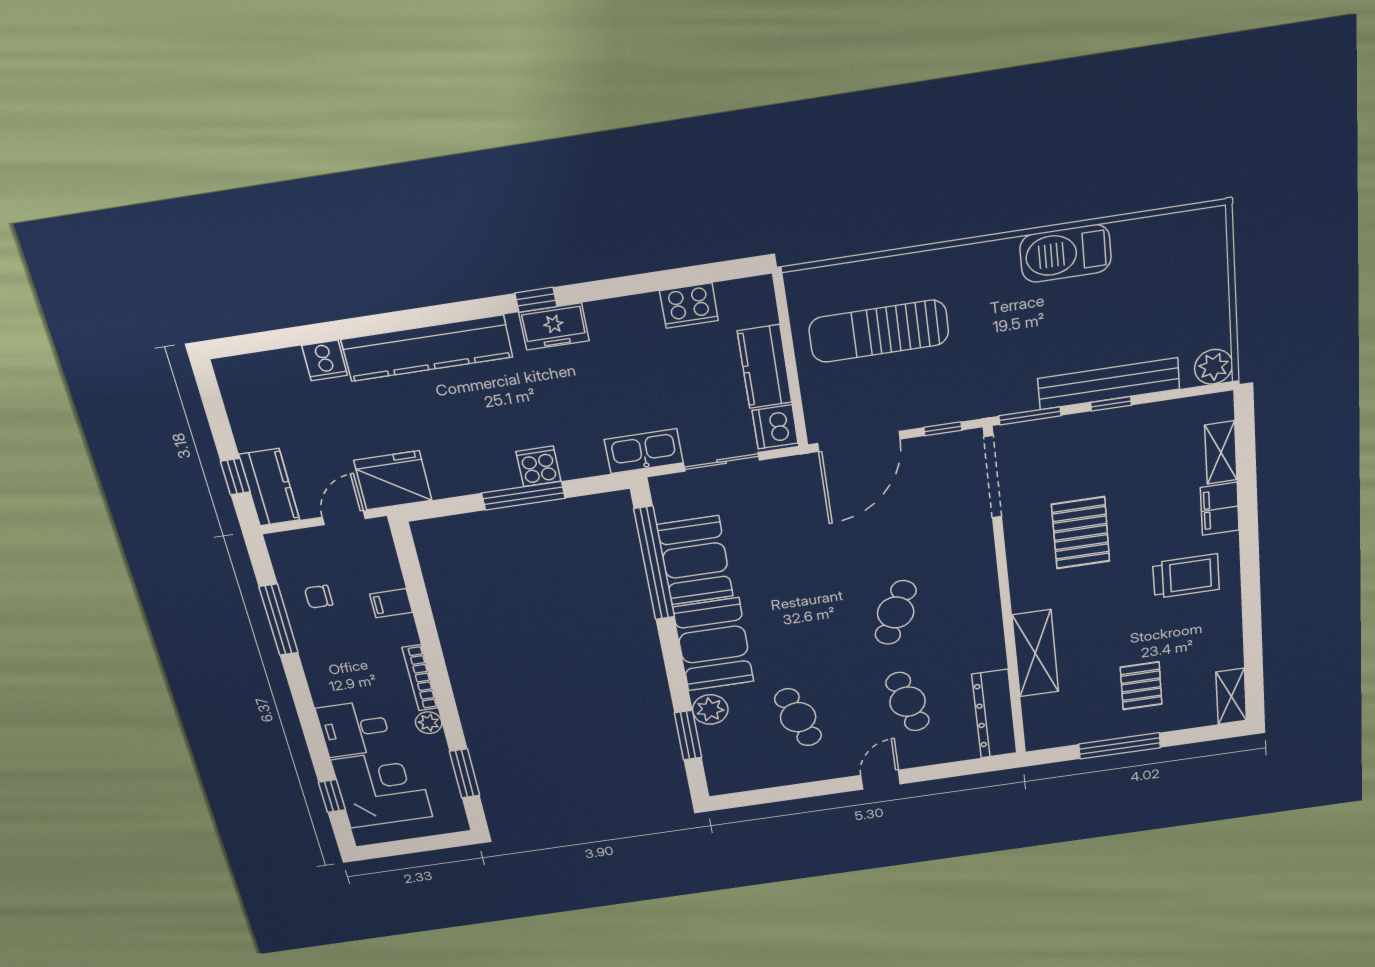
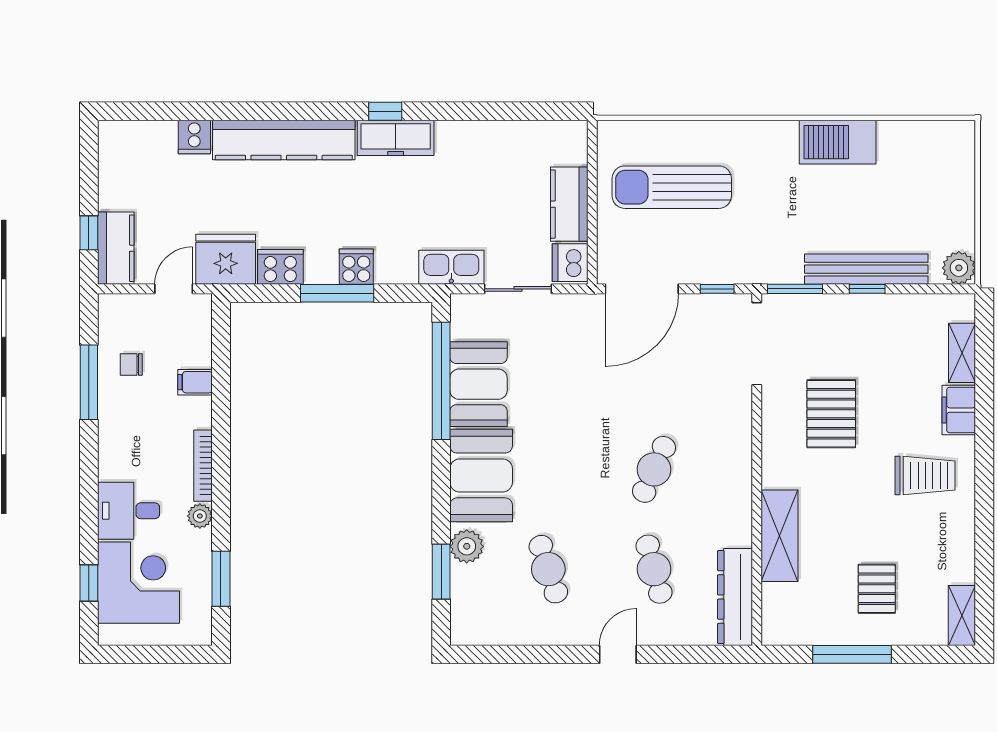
cooker: (689, 306) -> (280, 267), moved, turned 180
freezer: (554, 327) -> (396, 138), width x1.40

